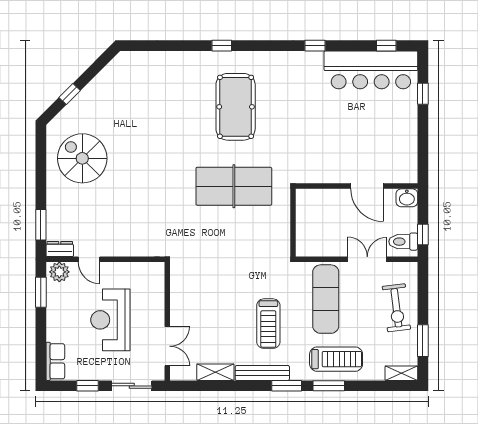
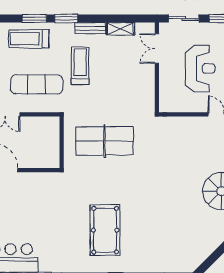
table tennis table: (234, 186) -> (104, 141), moved
exercise mat: (326, 299) -> (37, 84), turned 90
bench: (262, 373) -> (90, 28), width x0.73

